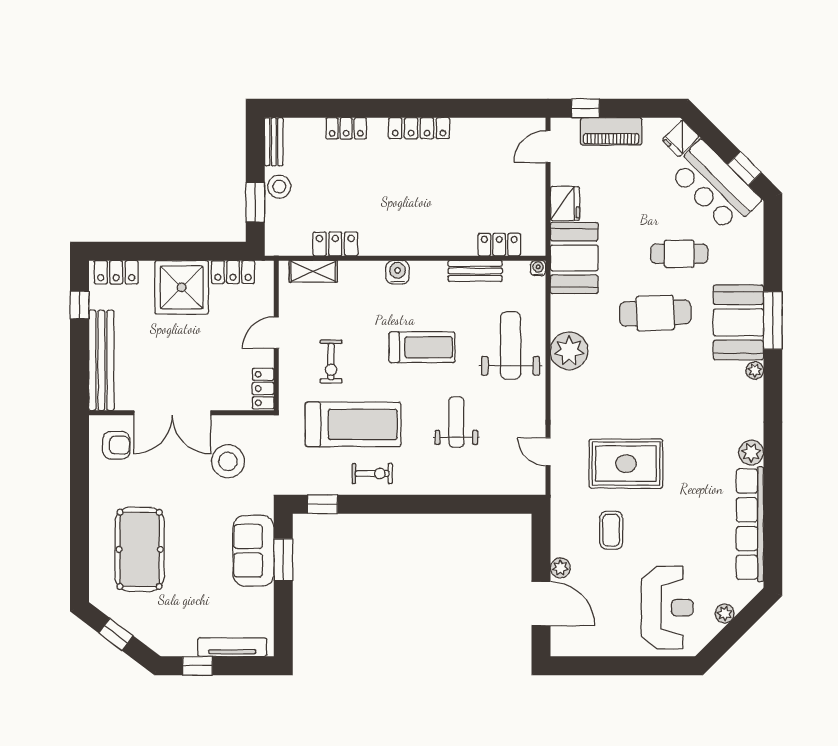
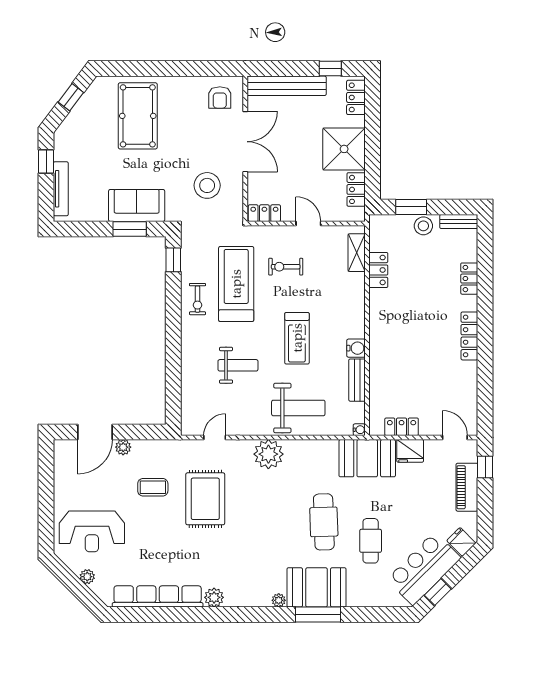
locker: (499, 245) -> (402, 427), moved, turned -90
water cooler: (398, 272) -> (356, 348), moved
plant: (569, 351) -> (268, 454), moved
double door: (172, 413) -> (245, 142), swing flipped
treadmill: (353, 424) -> (236, 284), turned 180
pool table: (140, 549) -> (138, 116), turned 90

